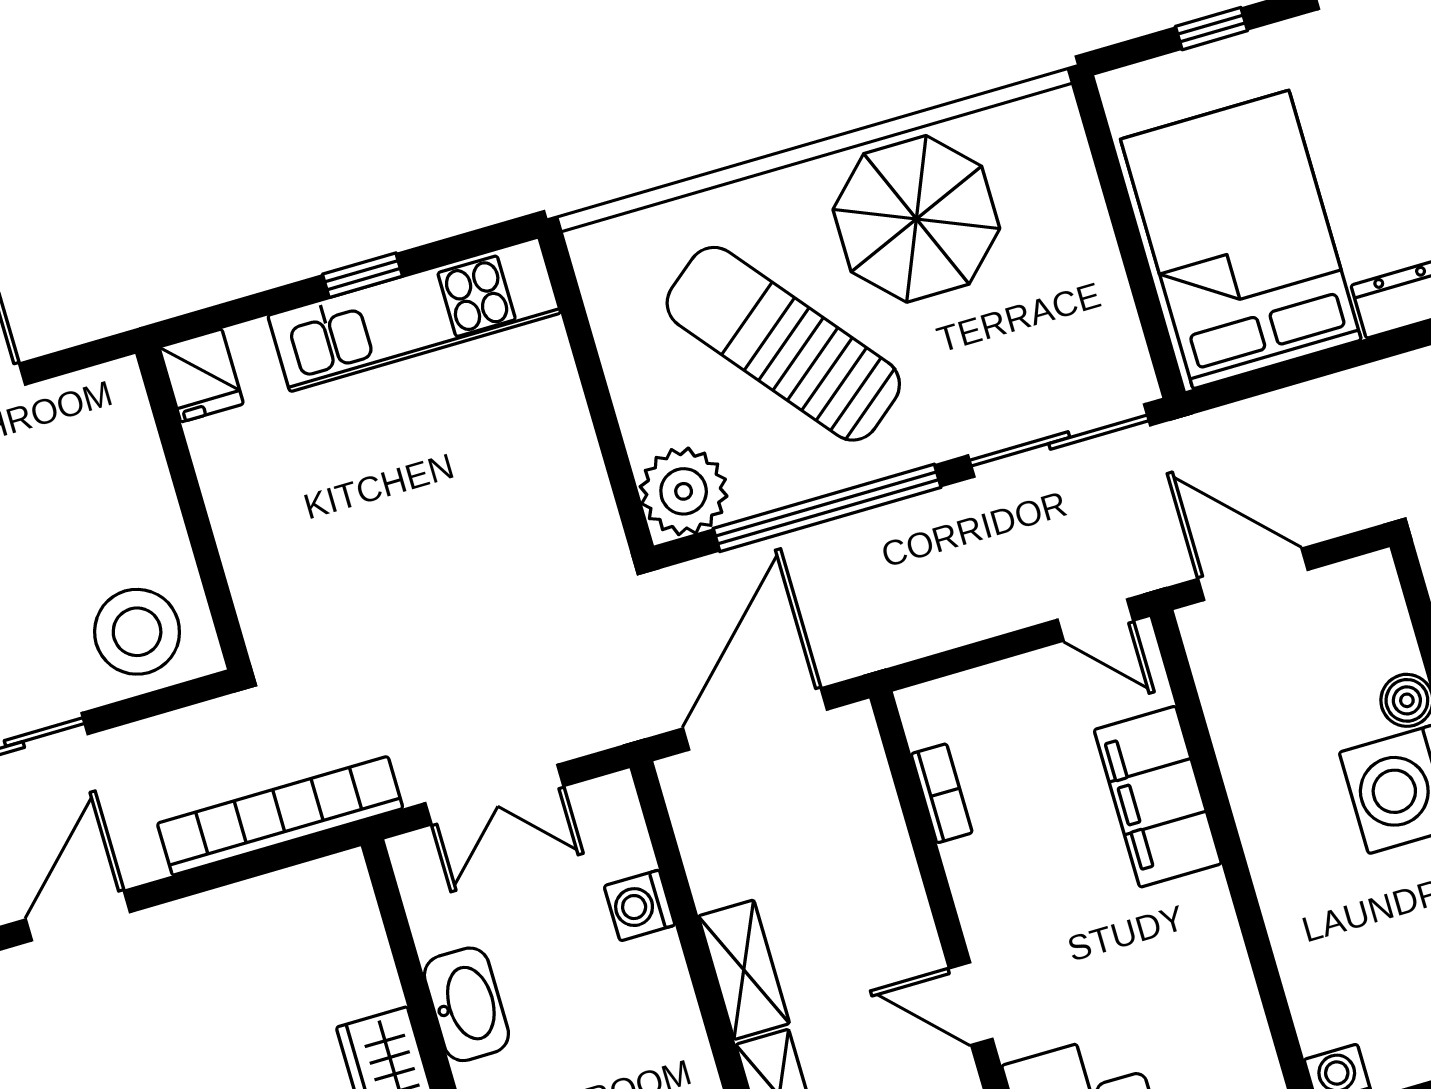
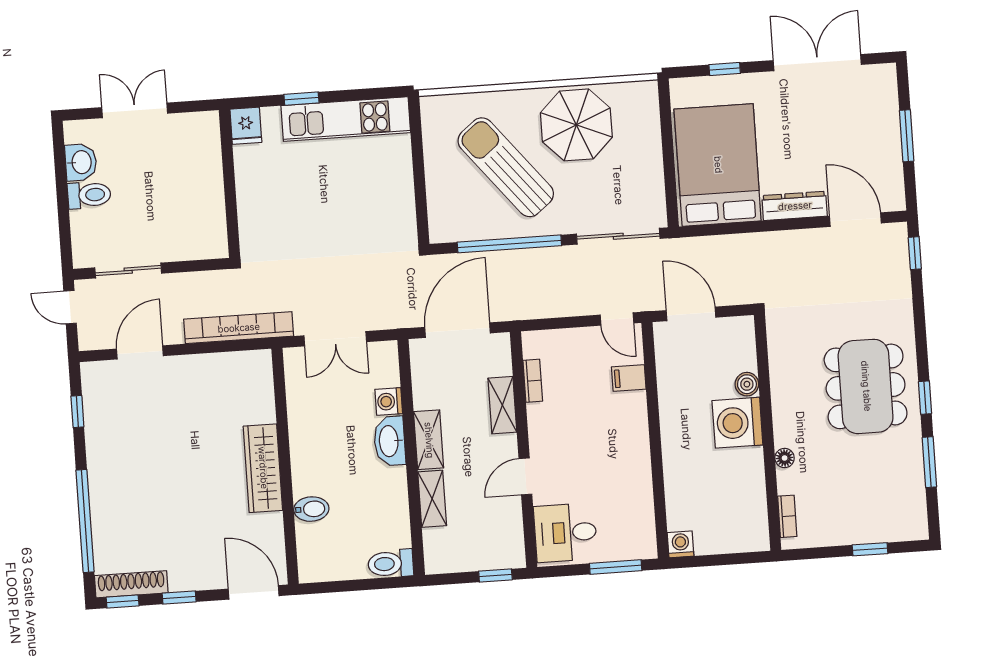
window: (363, 275) -> (301, 99), moved
plant: (684, 491) -> (448, 223), removed
stool: (137, 632) -> (193, 233), removed
filing cabinet: (1158, 797) -> (629, 378), width x0.33, depth x0.86
shelving: (887, 860) -> (502, 405), added
washbasin: (466, 1004) -> (390, 441), moved, turned 180
door: (971, 1004) -> (525, 476), hinge flipped

